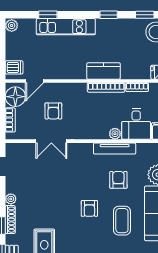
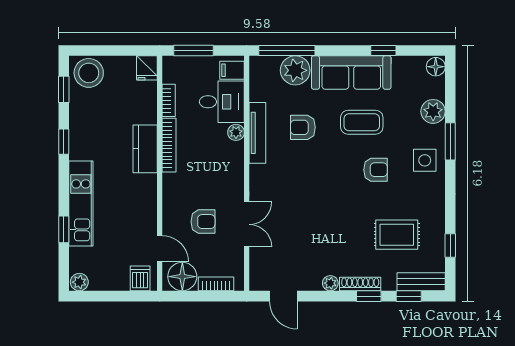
armchair: (89, 208) -> (376, 170), moved

